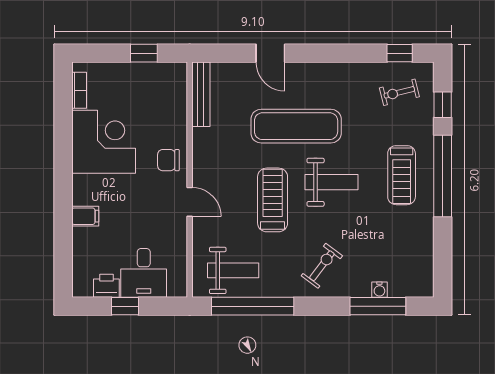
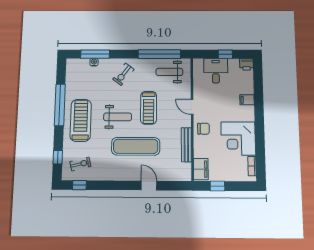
filing cabinet: (174, 84) -> (201, 169), added
bench: (201, 94) -> (186, 145), moved
treadmill: (402, 175) -> (81, 120), width x1.37, depth x1.38
window: (443, 176) -> (60, 105), moved
weight bench: (331, 182) -> (118, 117), turned 180
printer: (106, 286) -> (246, 64), moved

